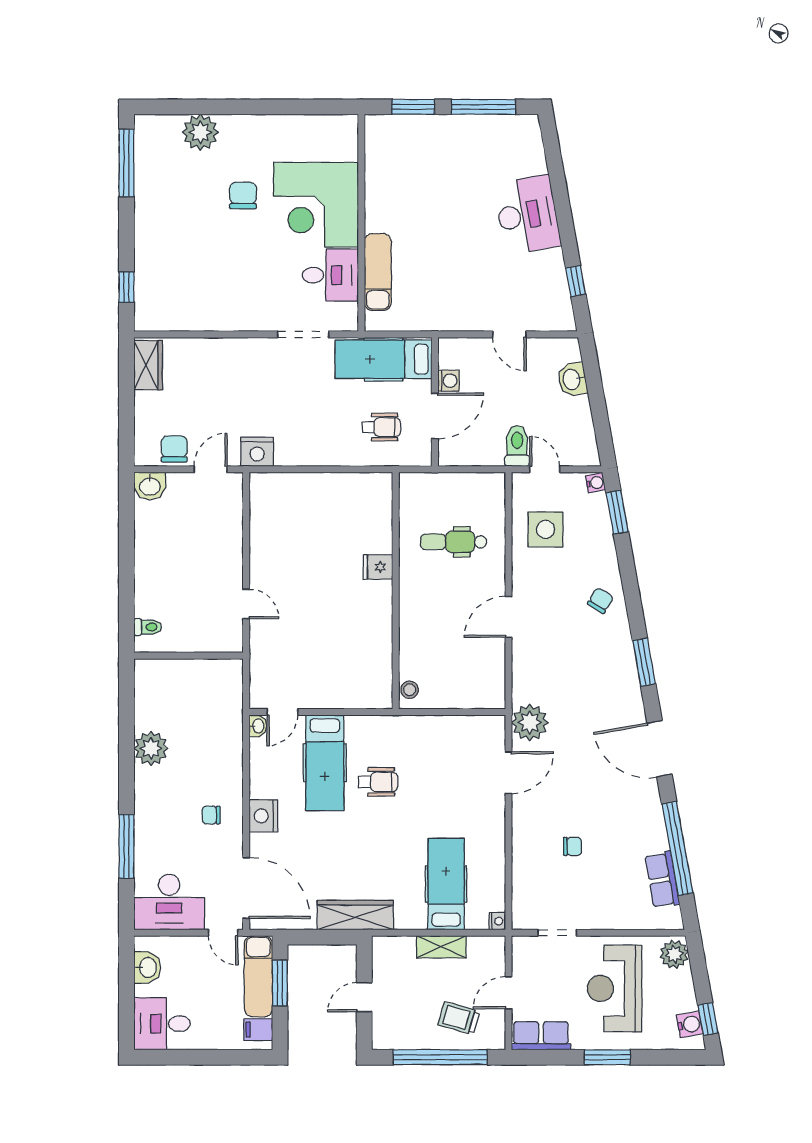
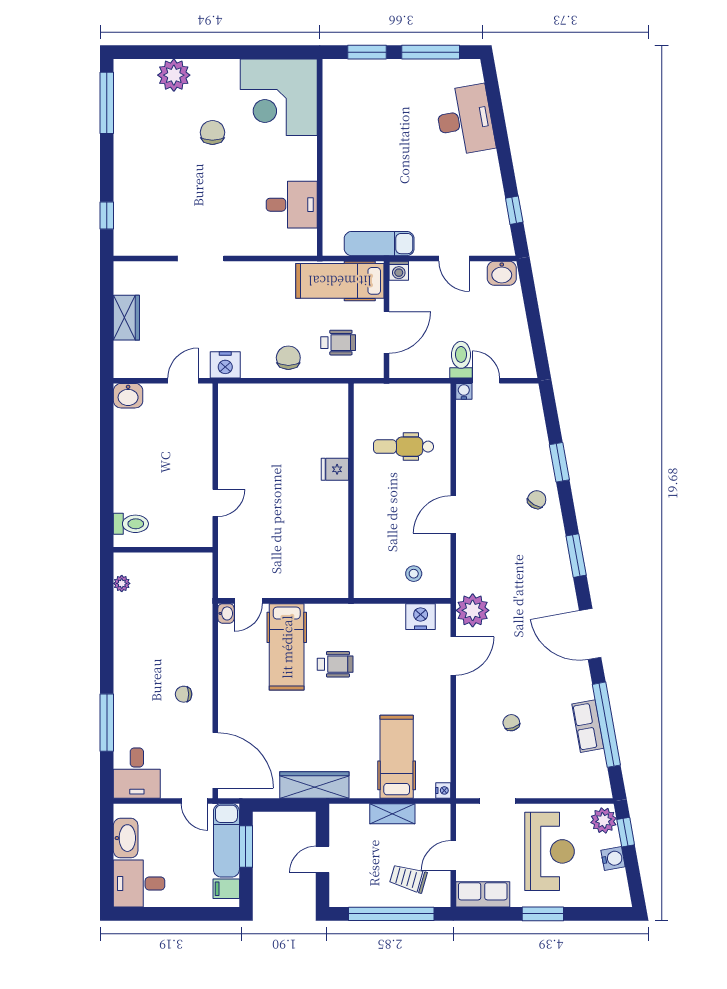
corner desk: (316, 205) -> (279, 97), moved
desk: (527, 215) -> (465, 120), moved
exam couch: (378, 272) -> (379, 244), moved, turned -90
doorway: (303, 334) -> (201, 258), moved
wardrobe: (148, 365) -> (126, 318), moved
washbasin: (572, 379) -> (502, 273), moved, turned -80
washing machine: (448, 381) -> (399, 271), moved, turned 90
chair: (174, 449) -> (288, 358), moved
water cooler: (595, 483) -> (464, 391), moved, turned -80
window: (617, 512) -> (559, 462), moved
side table: (546, 529) -> (487, 435), removed
door: (246, 604) -> (215, 503), hinge flipped
toilet: (148, 627) -> (131, 524), width x1.37, depth x1.39
stool: (410, 690) -> (414, 574), moved
plant: (151, 748) -> (122, 583), moved, width x0.53, depth x0.53
nightstand: (263, 816) -> (421, 617), moved, turned 90
chair: (573, 846) -> (511, 723), turned -108
row of seats: (662, 880) -> (588, 726), moved
desk: (169, 902) -> (137, 773), width x0.73
washbasin: (147, 968) -> (126, 838), width x1.38
reception desk: (615, 988) -> (549, 851), turned 180
window: (708, 1019) -> (626, 832), moved
water cooler: (690, 1024) -> (613, 859), moved

